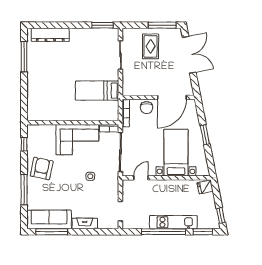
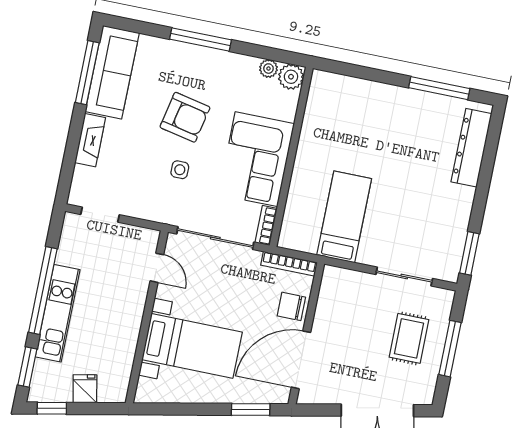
window: (162, 25) -> (450, 349), moved
rug: (151, 46) -> (409, 338), turned 90
door: (172, 97) -> (301, 360), hinge flipped
plant: (33, 131) -> (291, 77), added
window: (205, 135) -> (251, 410), moved
plant: (32, 143) -> (268, 69), added
window: (24, 144) -> (269, 53), removed
armchair: (42, 168) -> (185, 117), moved
fridge: (205, 187) -> (85, 389), moved
window: (24, 190) -> (201, 40), moved

